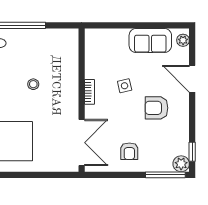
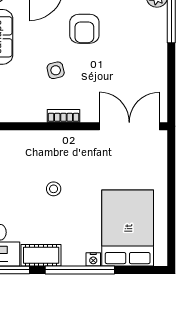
armchair: (129, 151) -> (141, 64), removed

